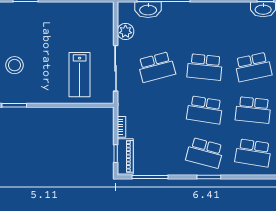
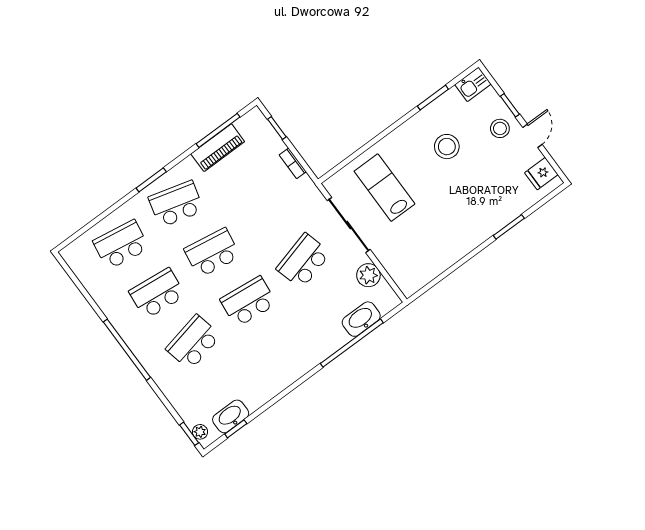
stool: (14, 65) -> (447, 147), moved
piano: (125, 156) -> (218, 148), moved, turned -90

